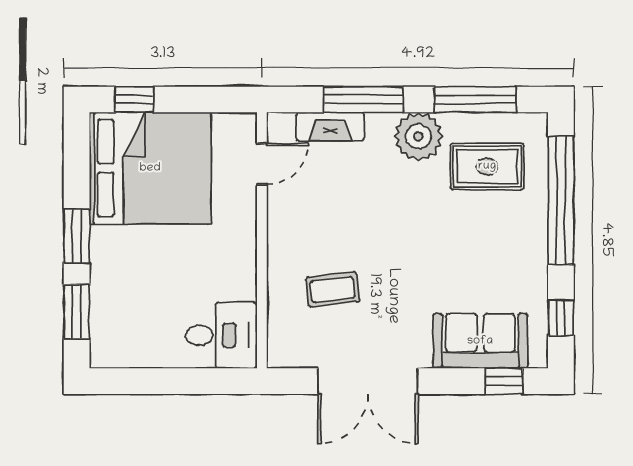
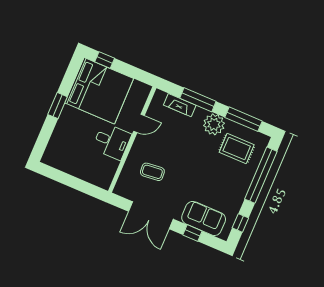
door: (262, 164) -> (139, 123), moved
window: (77, 312) -> (44, 136), removed
desk: (221, 335) -> (112, 141), moved
window: (504, 381) -> (192, 233), moved

